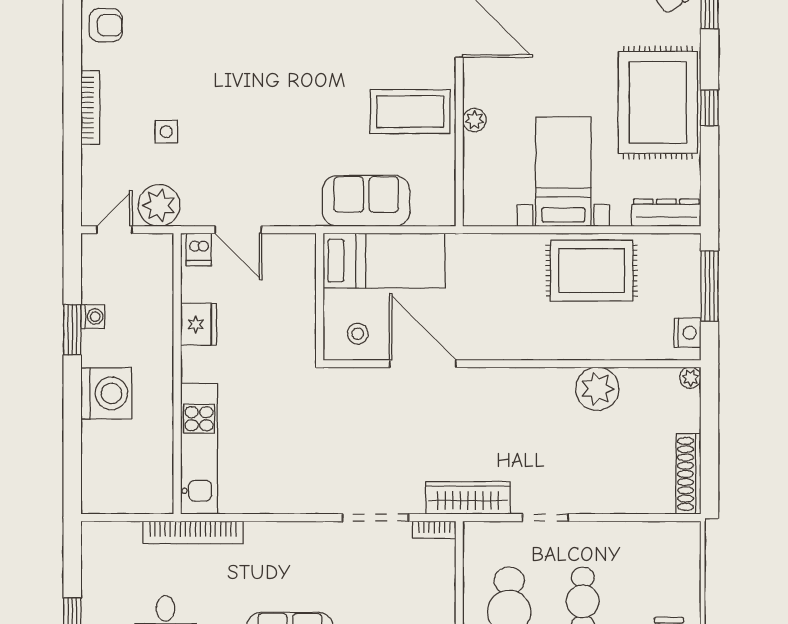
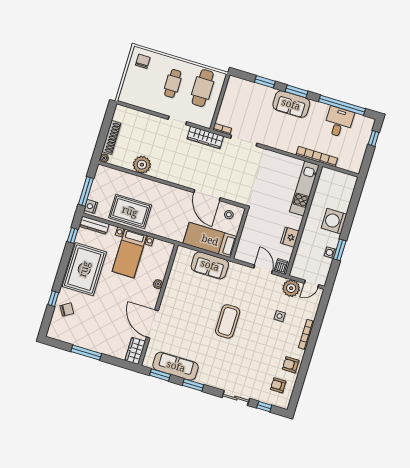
window: (710, 108) -> (73, 235), moved
coffee table: (410, 112) -> (228, 321), moved, turned 90
nightstand: (688, 333) -> (91, 206), moved
shoe rack: (689, 474) -> (111, 137), moved

